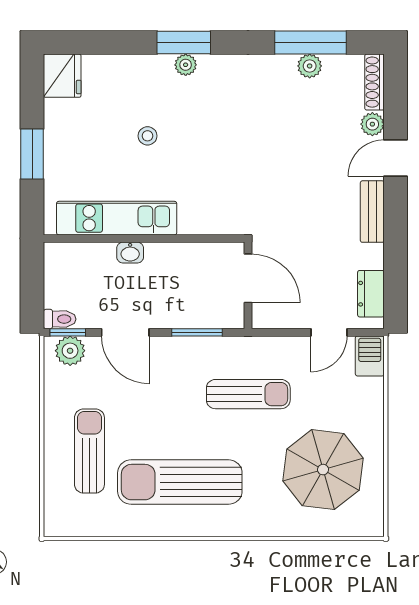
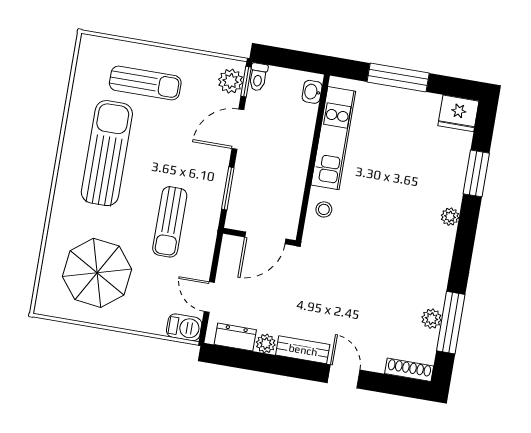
window: (184, 43) -> (476, 173), moved
plant: (372, 124) -> (266, 344), moved
stool: (148, 136) -> (324, 209), moved
window: (32, 154) -> (398, 78), width x1.44
washbasin: (130, 253) -> (312, 92), moved

